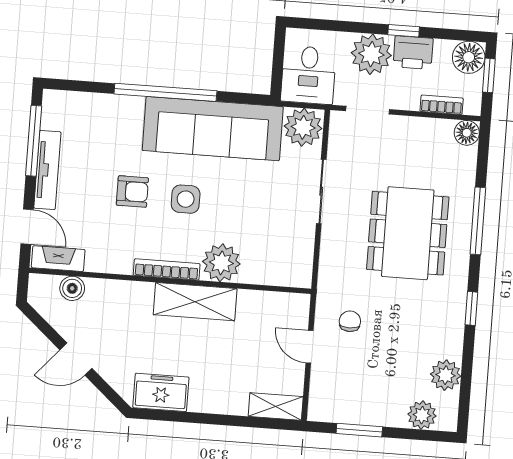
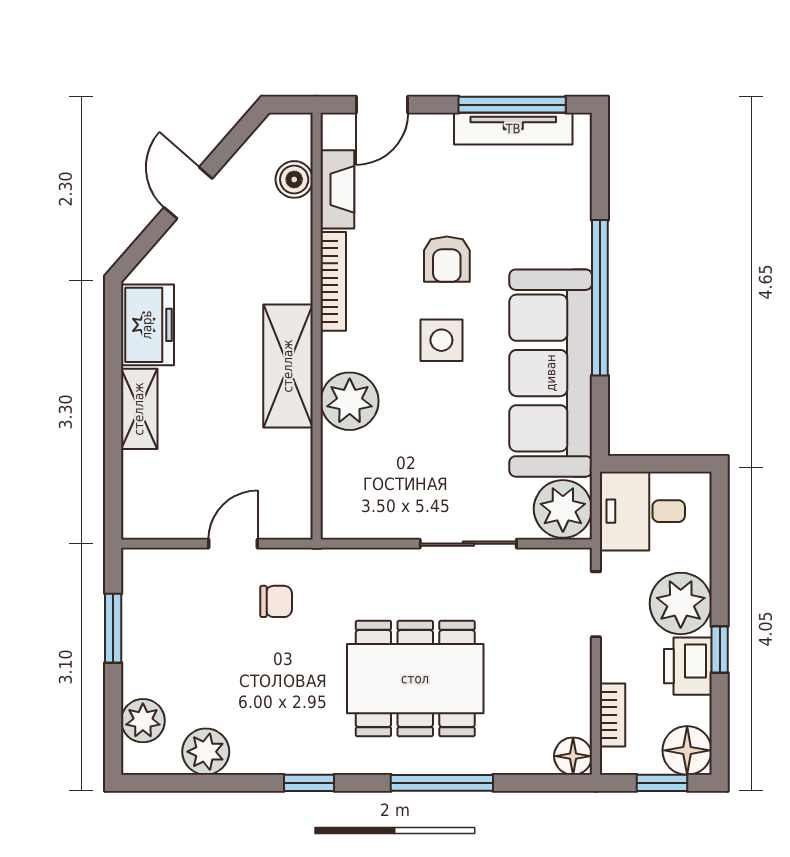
tv unit: (47, 170) -> (513, 129), moved
fireplace: (58, 259) -> (337, 189), moved
bookcase: (167, 269) -> (333, 281), moved
shelving: (276, 407) -> (139, 409), moved

